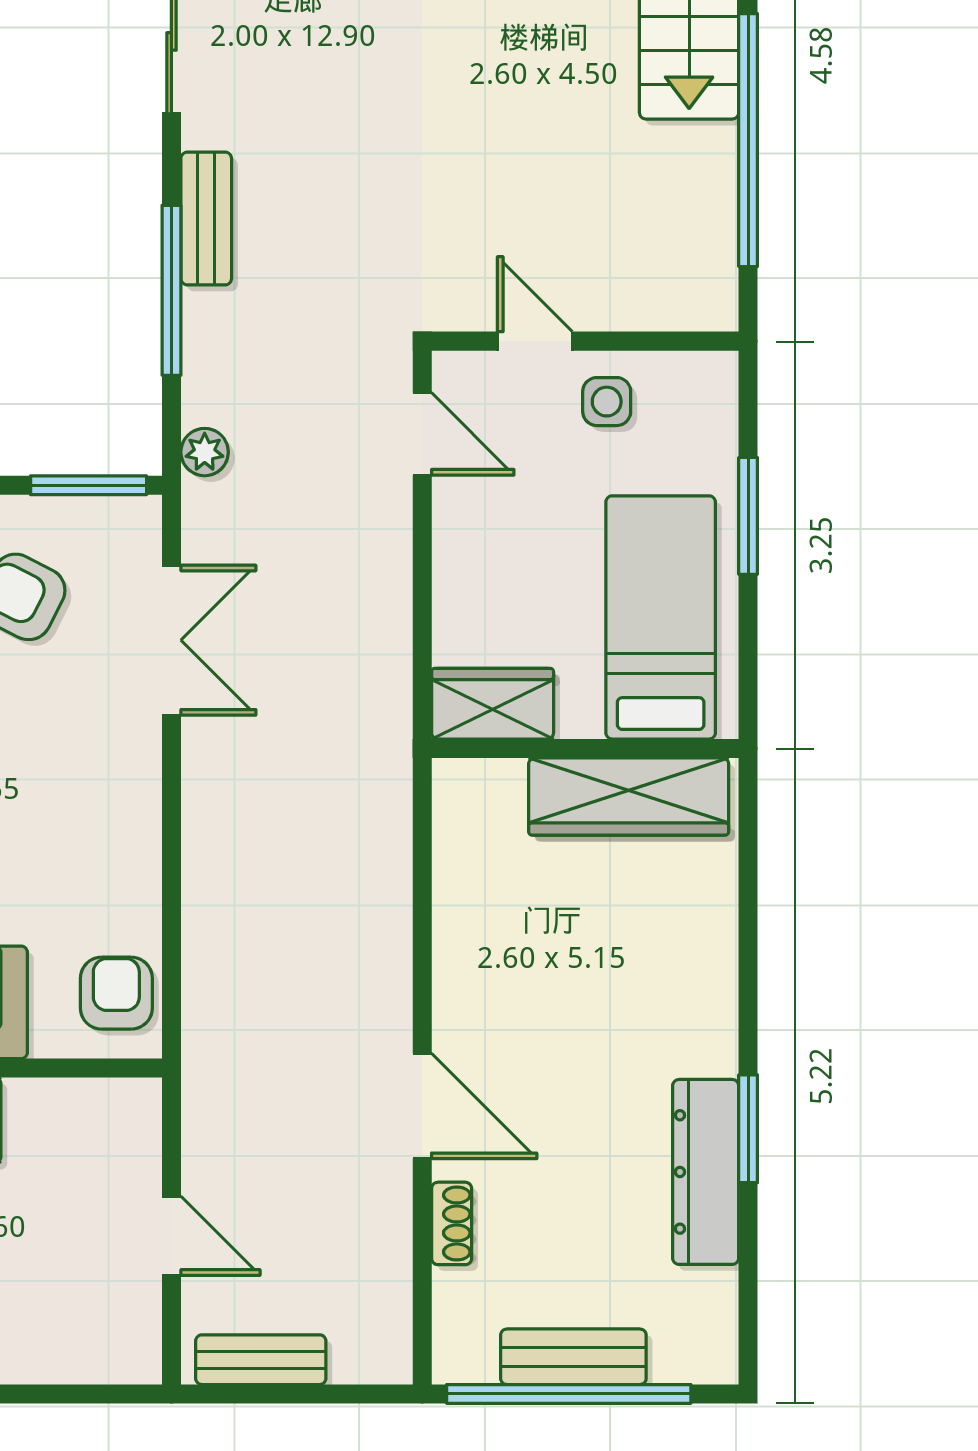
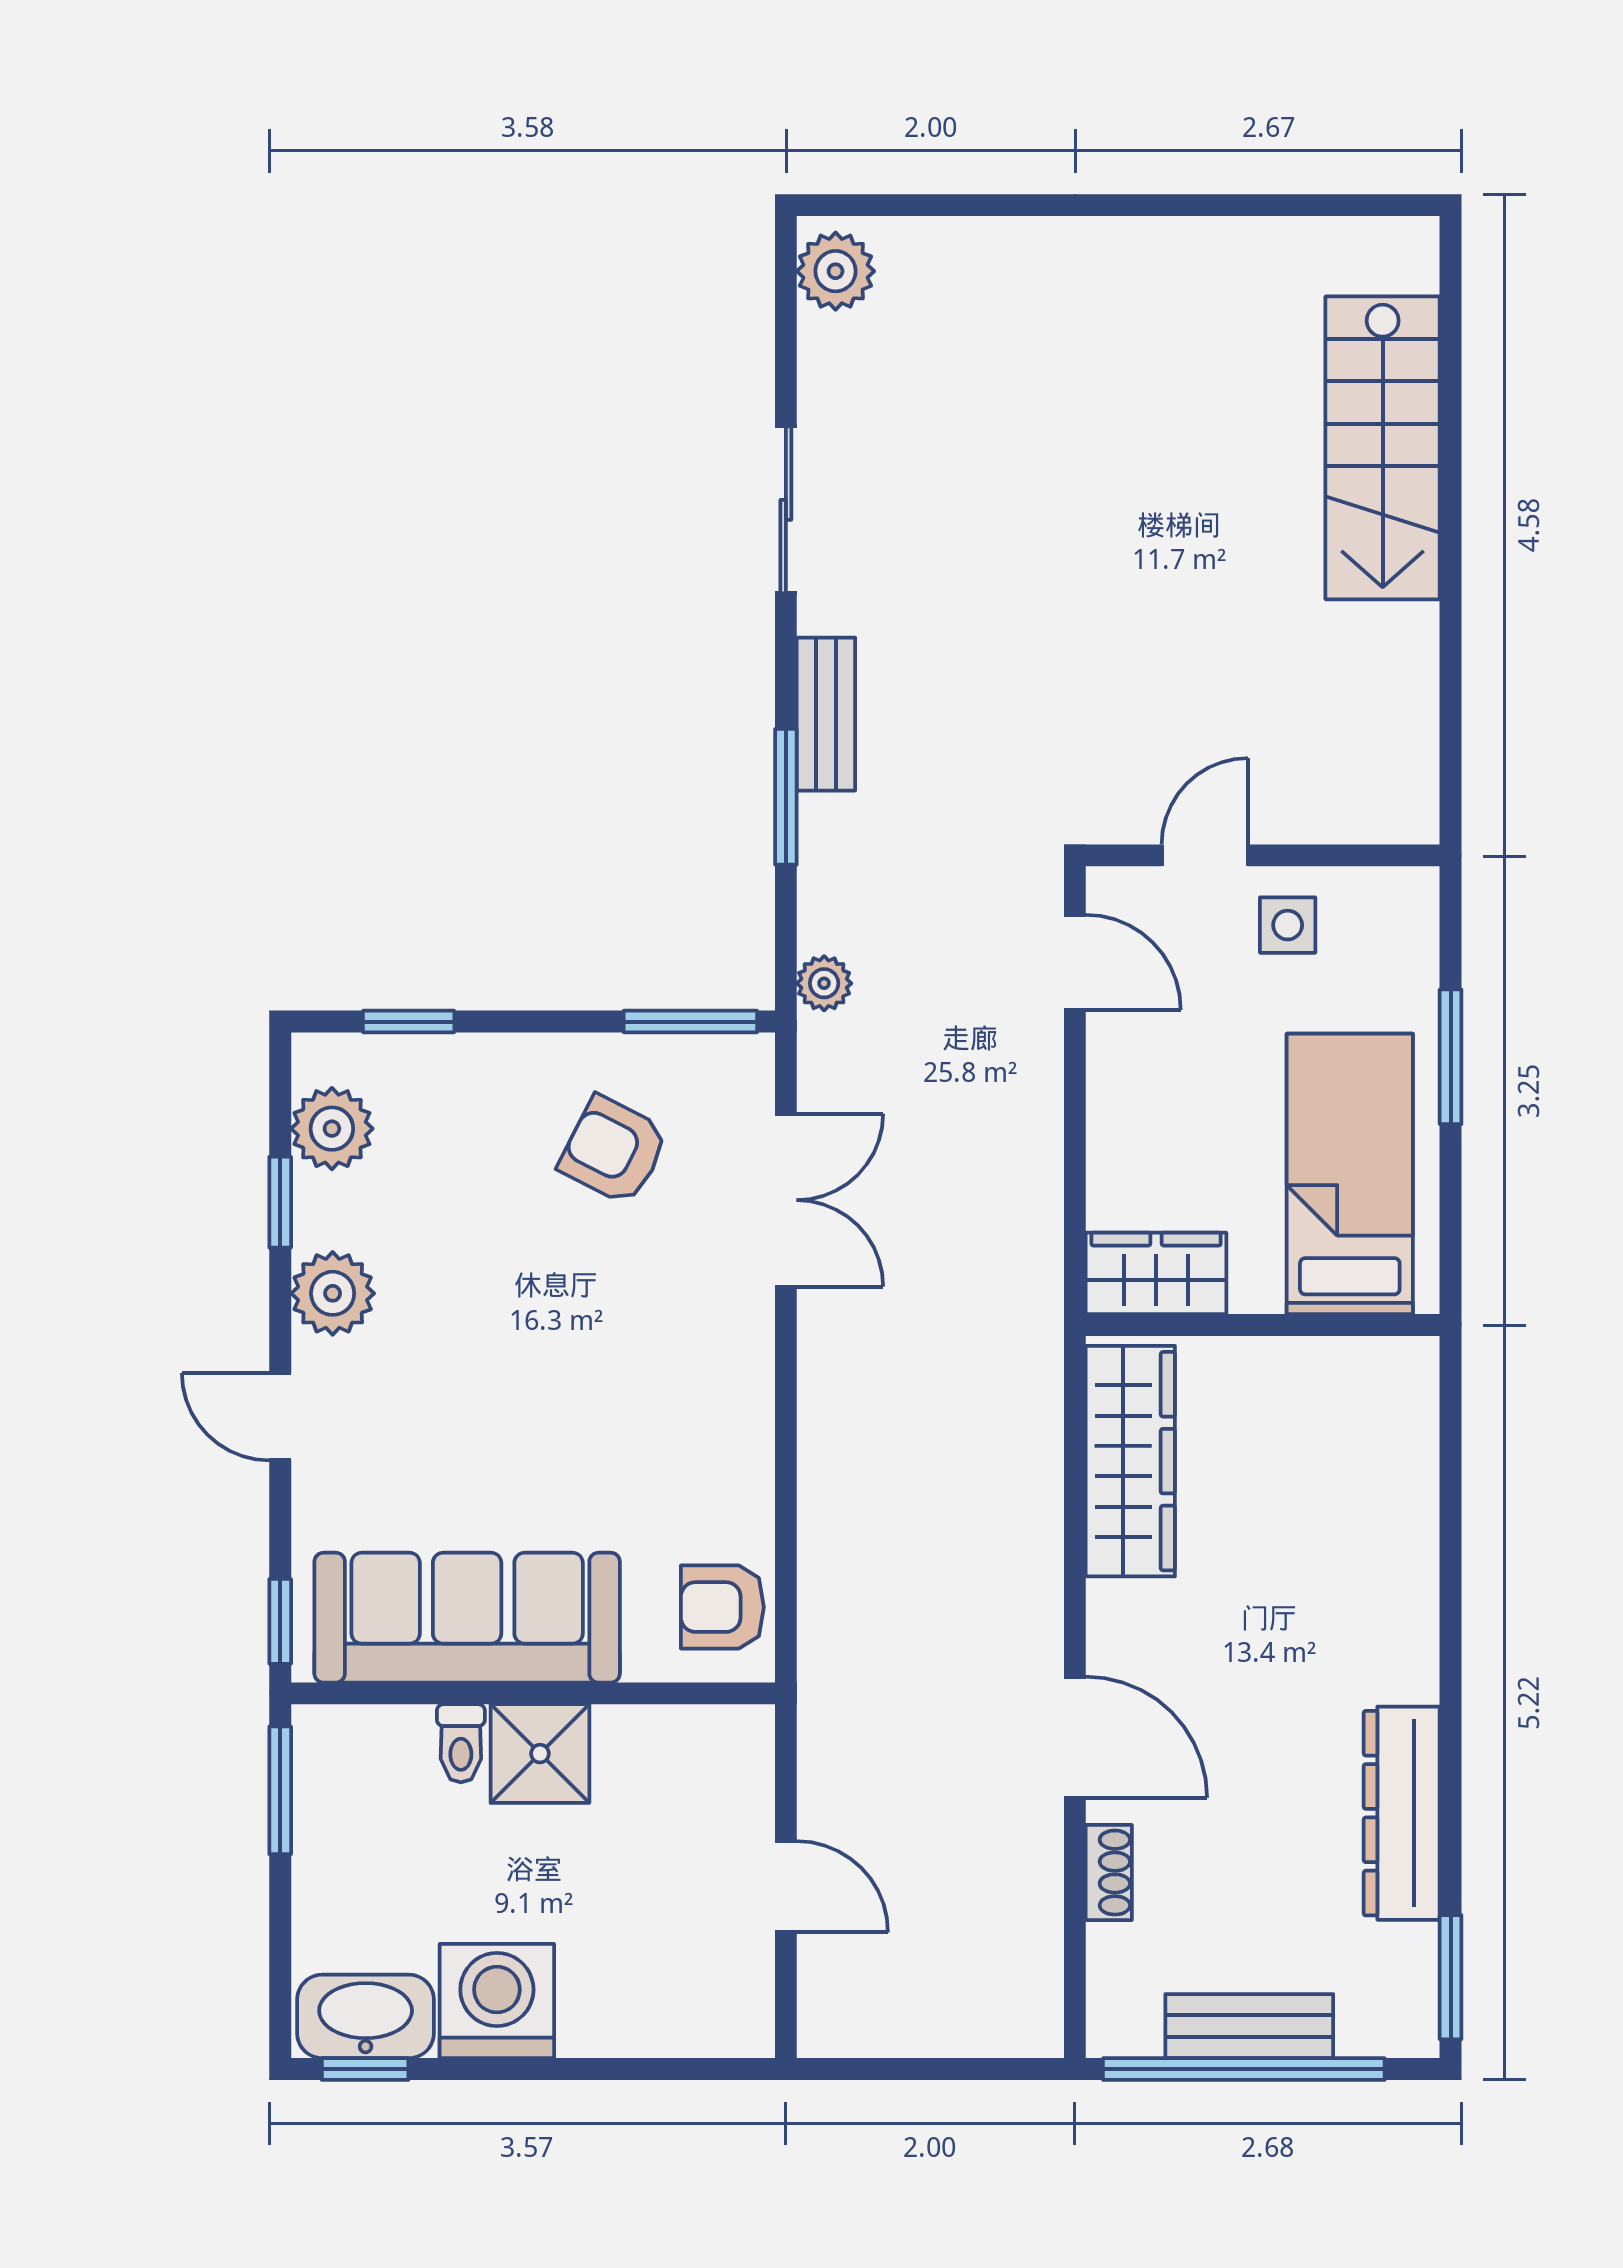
window: (748, 140) -> (1451, 624), removed
window: (171, 290) -> (786, 797), width x0.69
door: (535, 341) -> (1205, 855), hinge flipped
wardrobe: (629, 797) -> (1130, 1461), moved, turned -90
armchair: (116, 993) -> (722, 1607), turned -90
window: (748, 1129) -> (1451, 1977), moved
bench: (261, 1360) -> (889, 2030), removed

